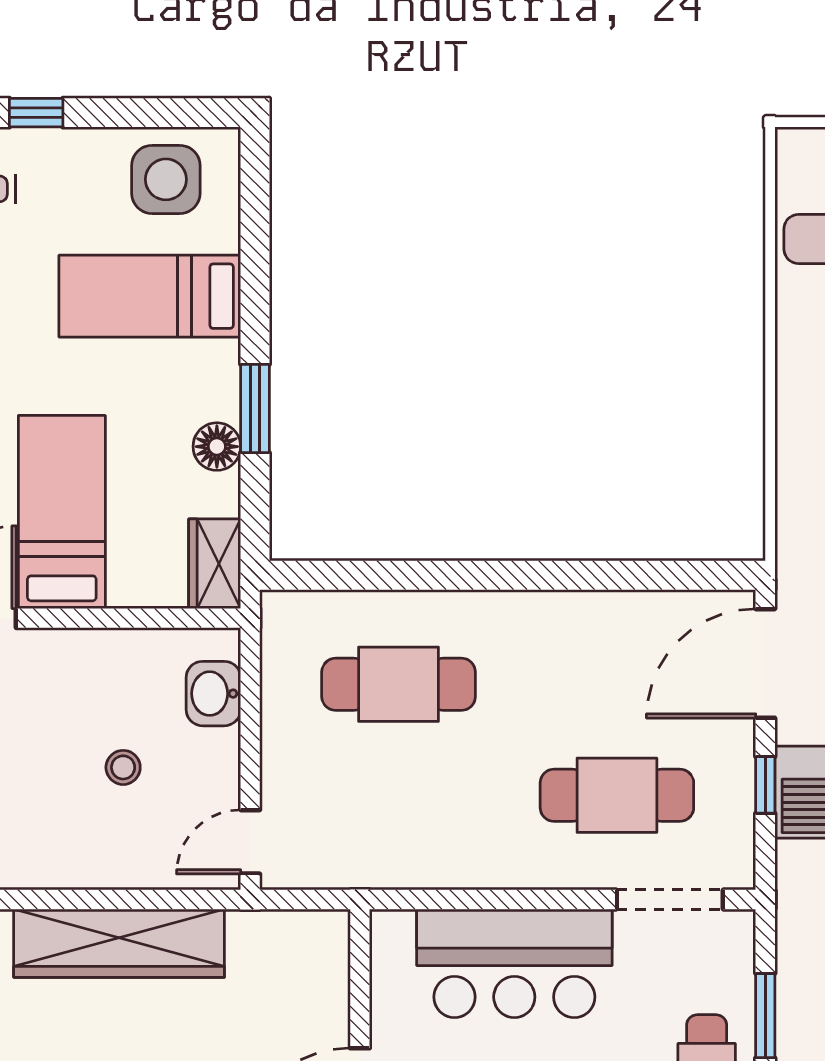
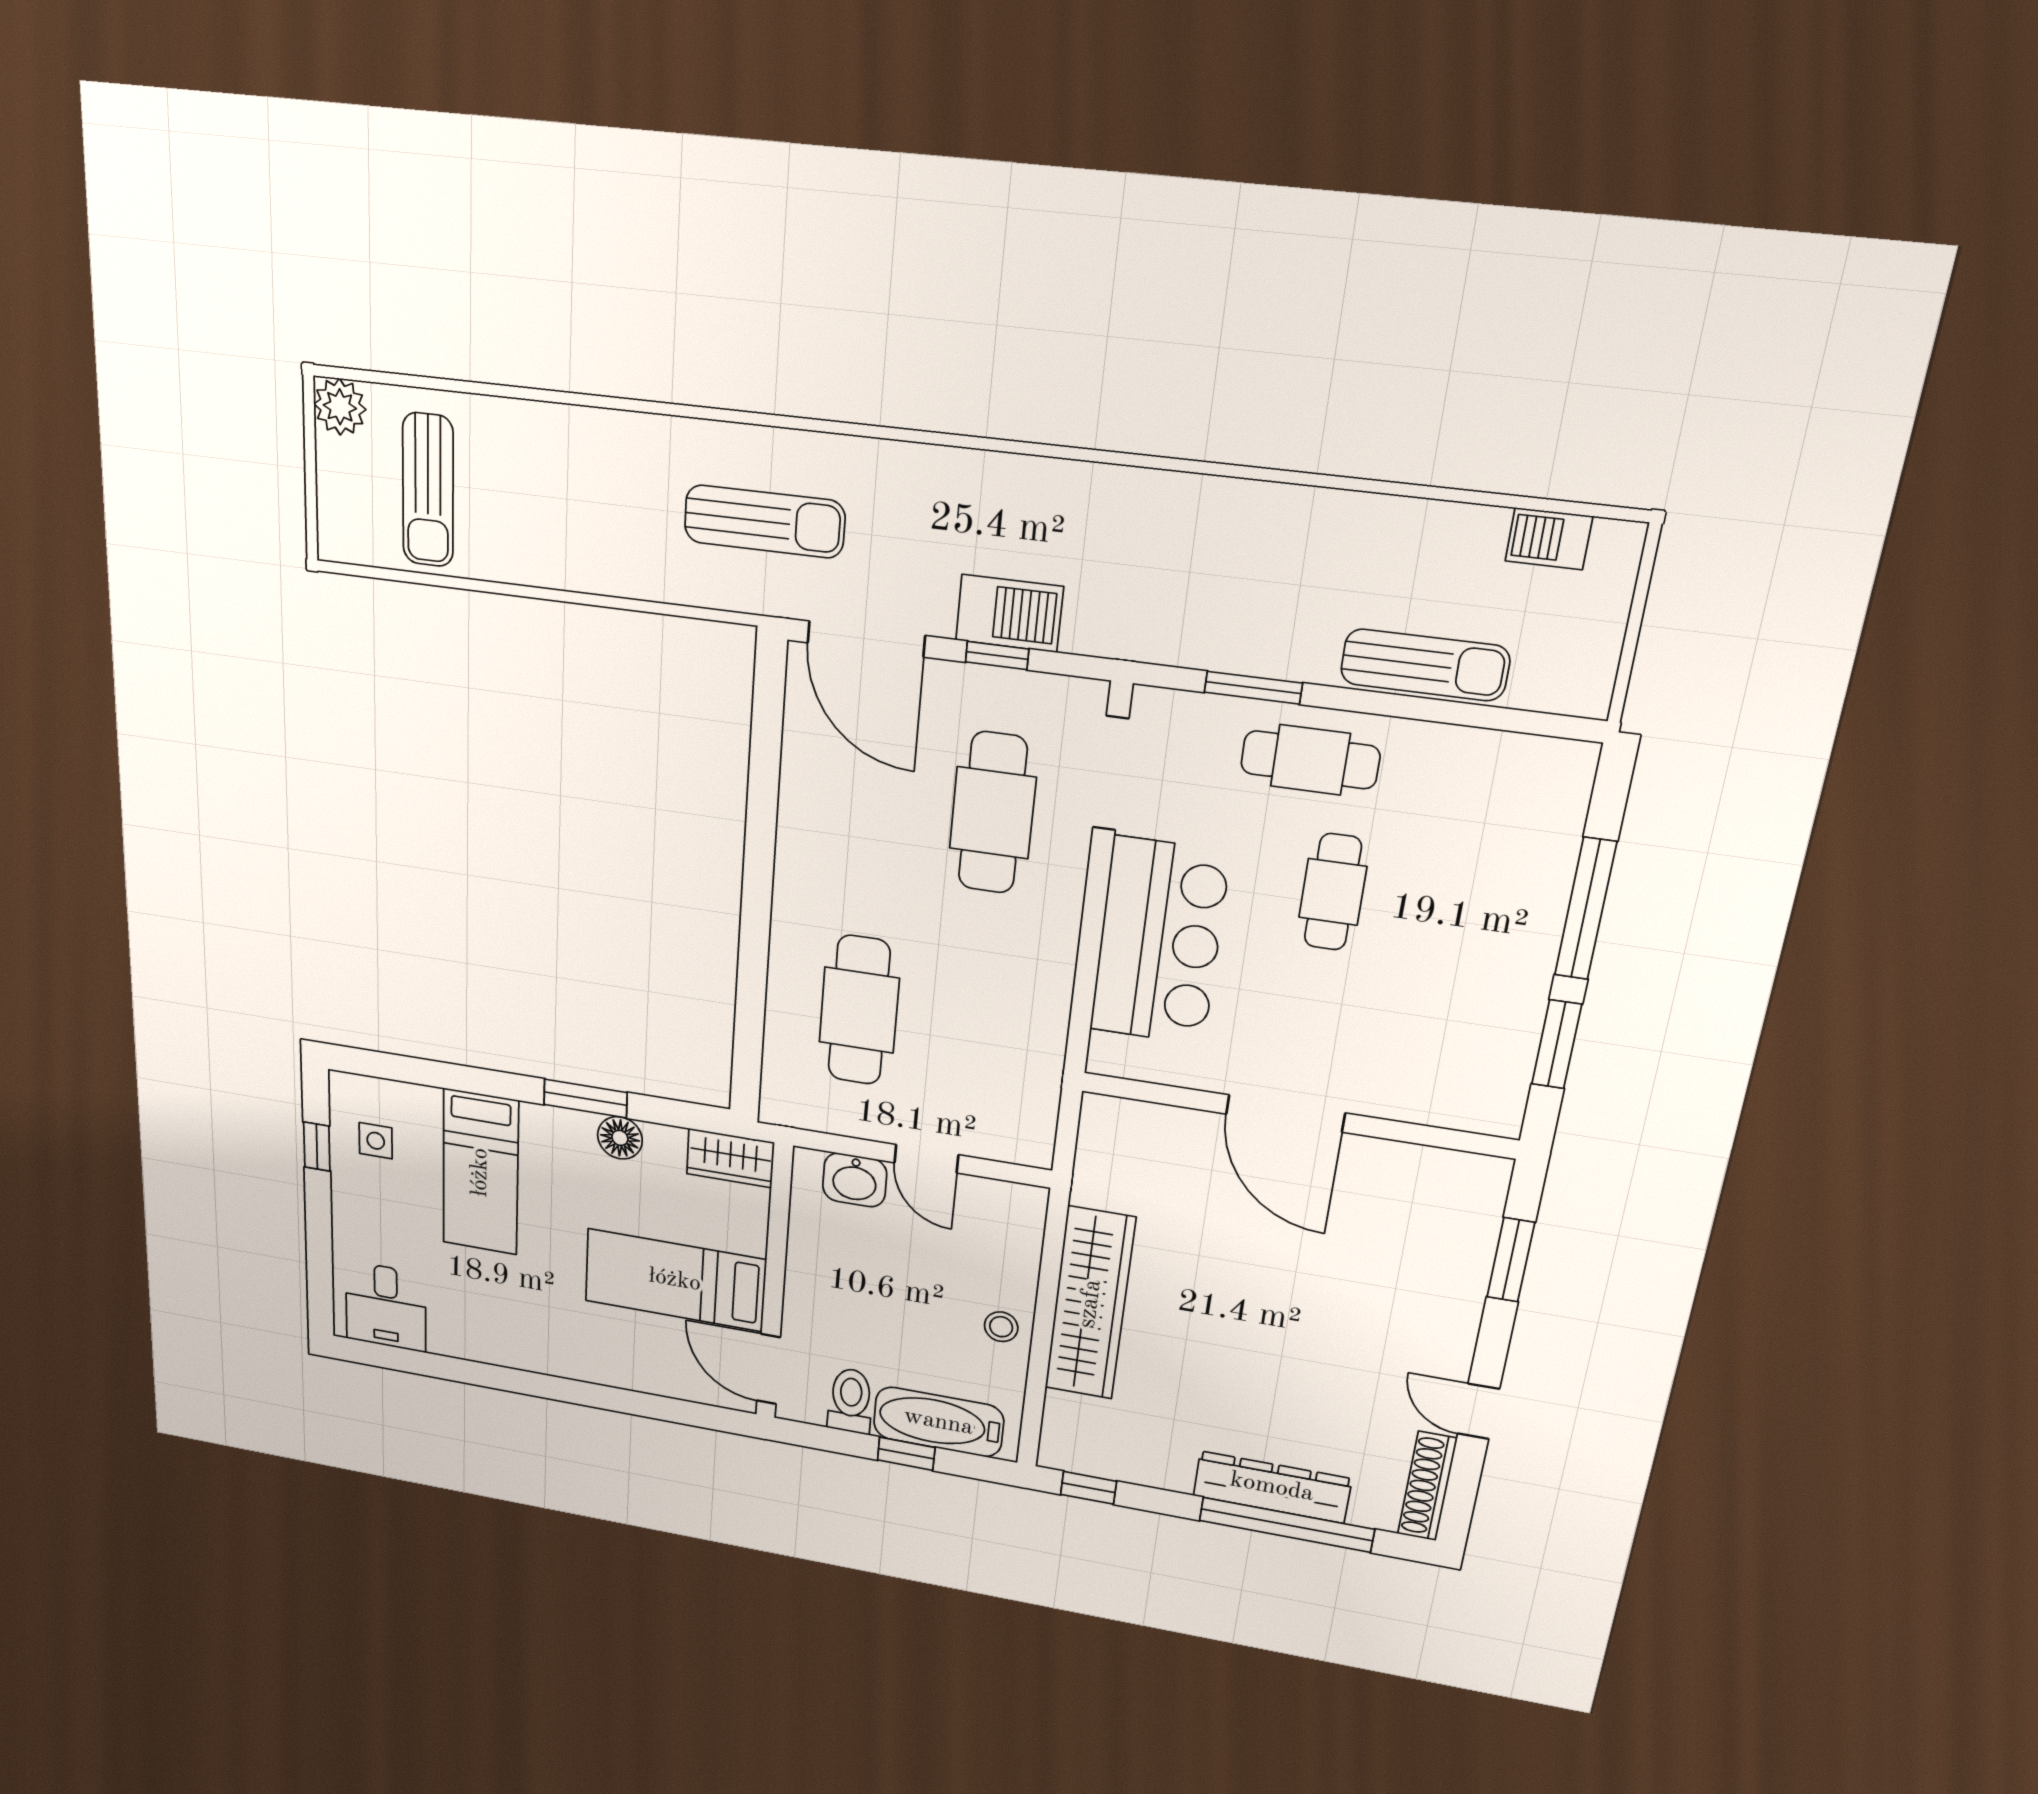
window: (36, 113) -> (317, 1147), moved
side table: (166, 179) -> (376, 1141), width x0.54, depth x0.54
stool: (123, 767) -> (1001, 1327), moved
door: (250, 842) -> (926, 1159), moved

